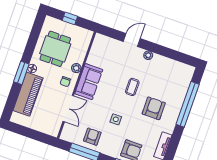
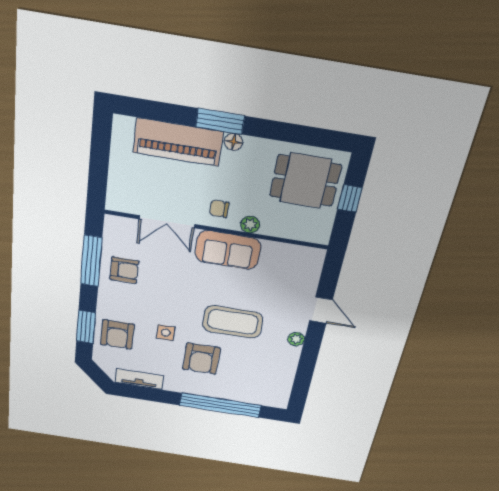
dining table: (55, 49) -> (305, 181), moved
coffee table: (132, 87) -> (233, 322), width x1.86, depth x1.72
armchair: (154, 108) -> (201, 359), turned 90
side table: (116, 119) -> (166, 333), moved

